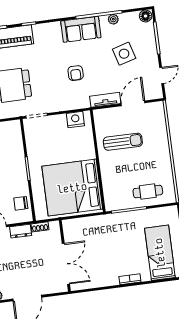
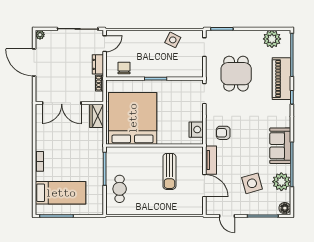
plant: (113, 19) -> (281, 182), width x1.88, depth x1.88
armchair: (76, 73) -> (223, 133), moved
wardrobe: (75, 225) -> (97, 116), added

